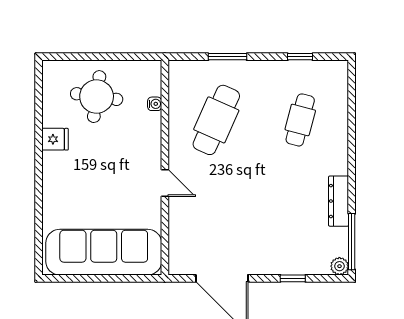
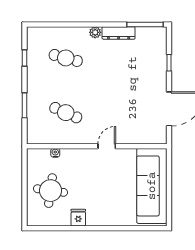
cafe table: (216, 120) -> (66, 113), width x0.73, depth x0.74
plant: (339, 266) -> (95, 32), moved

